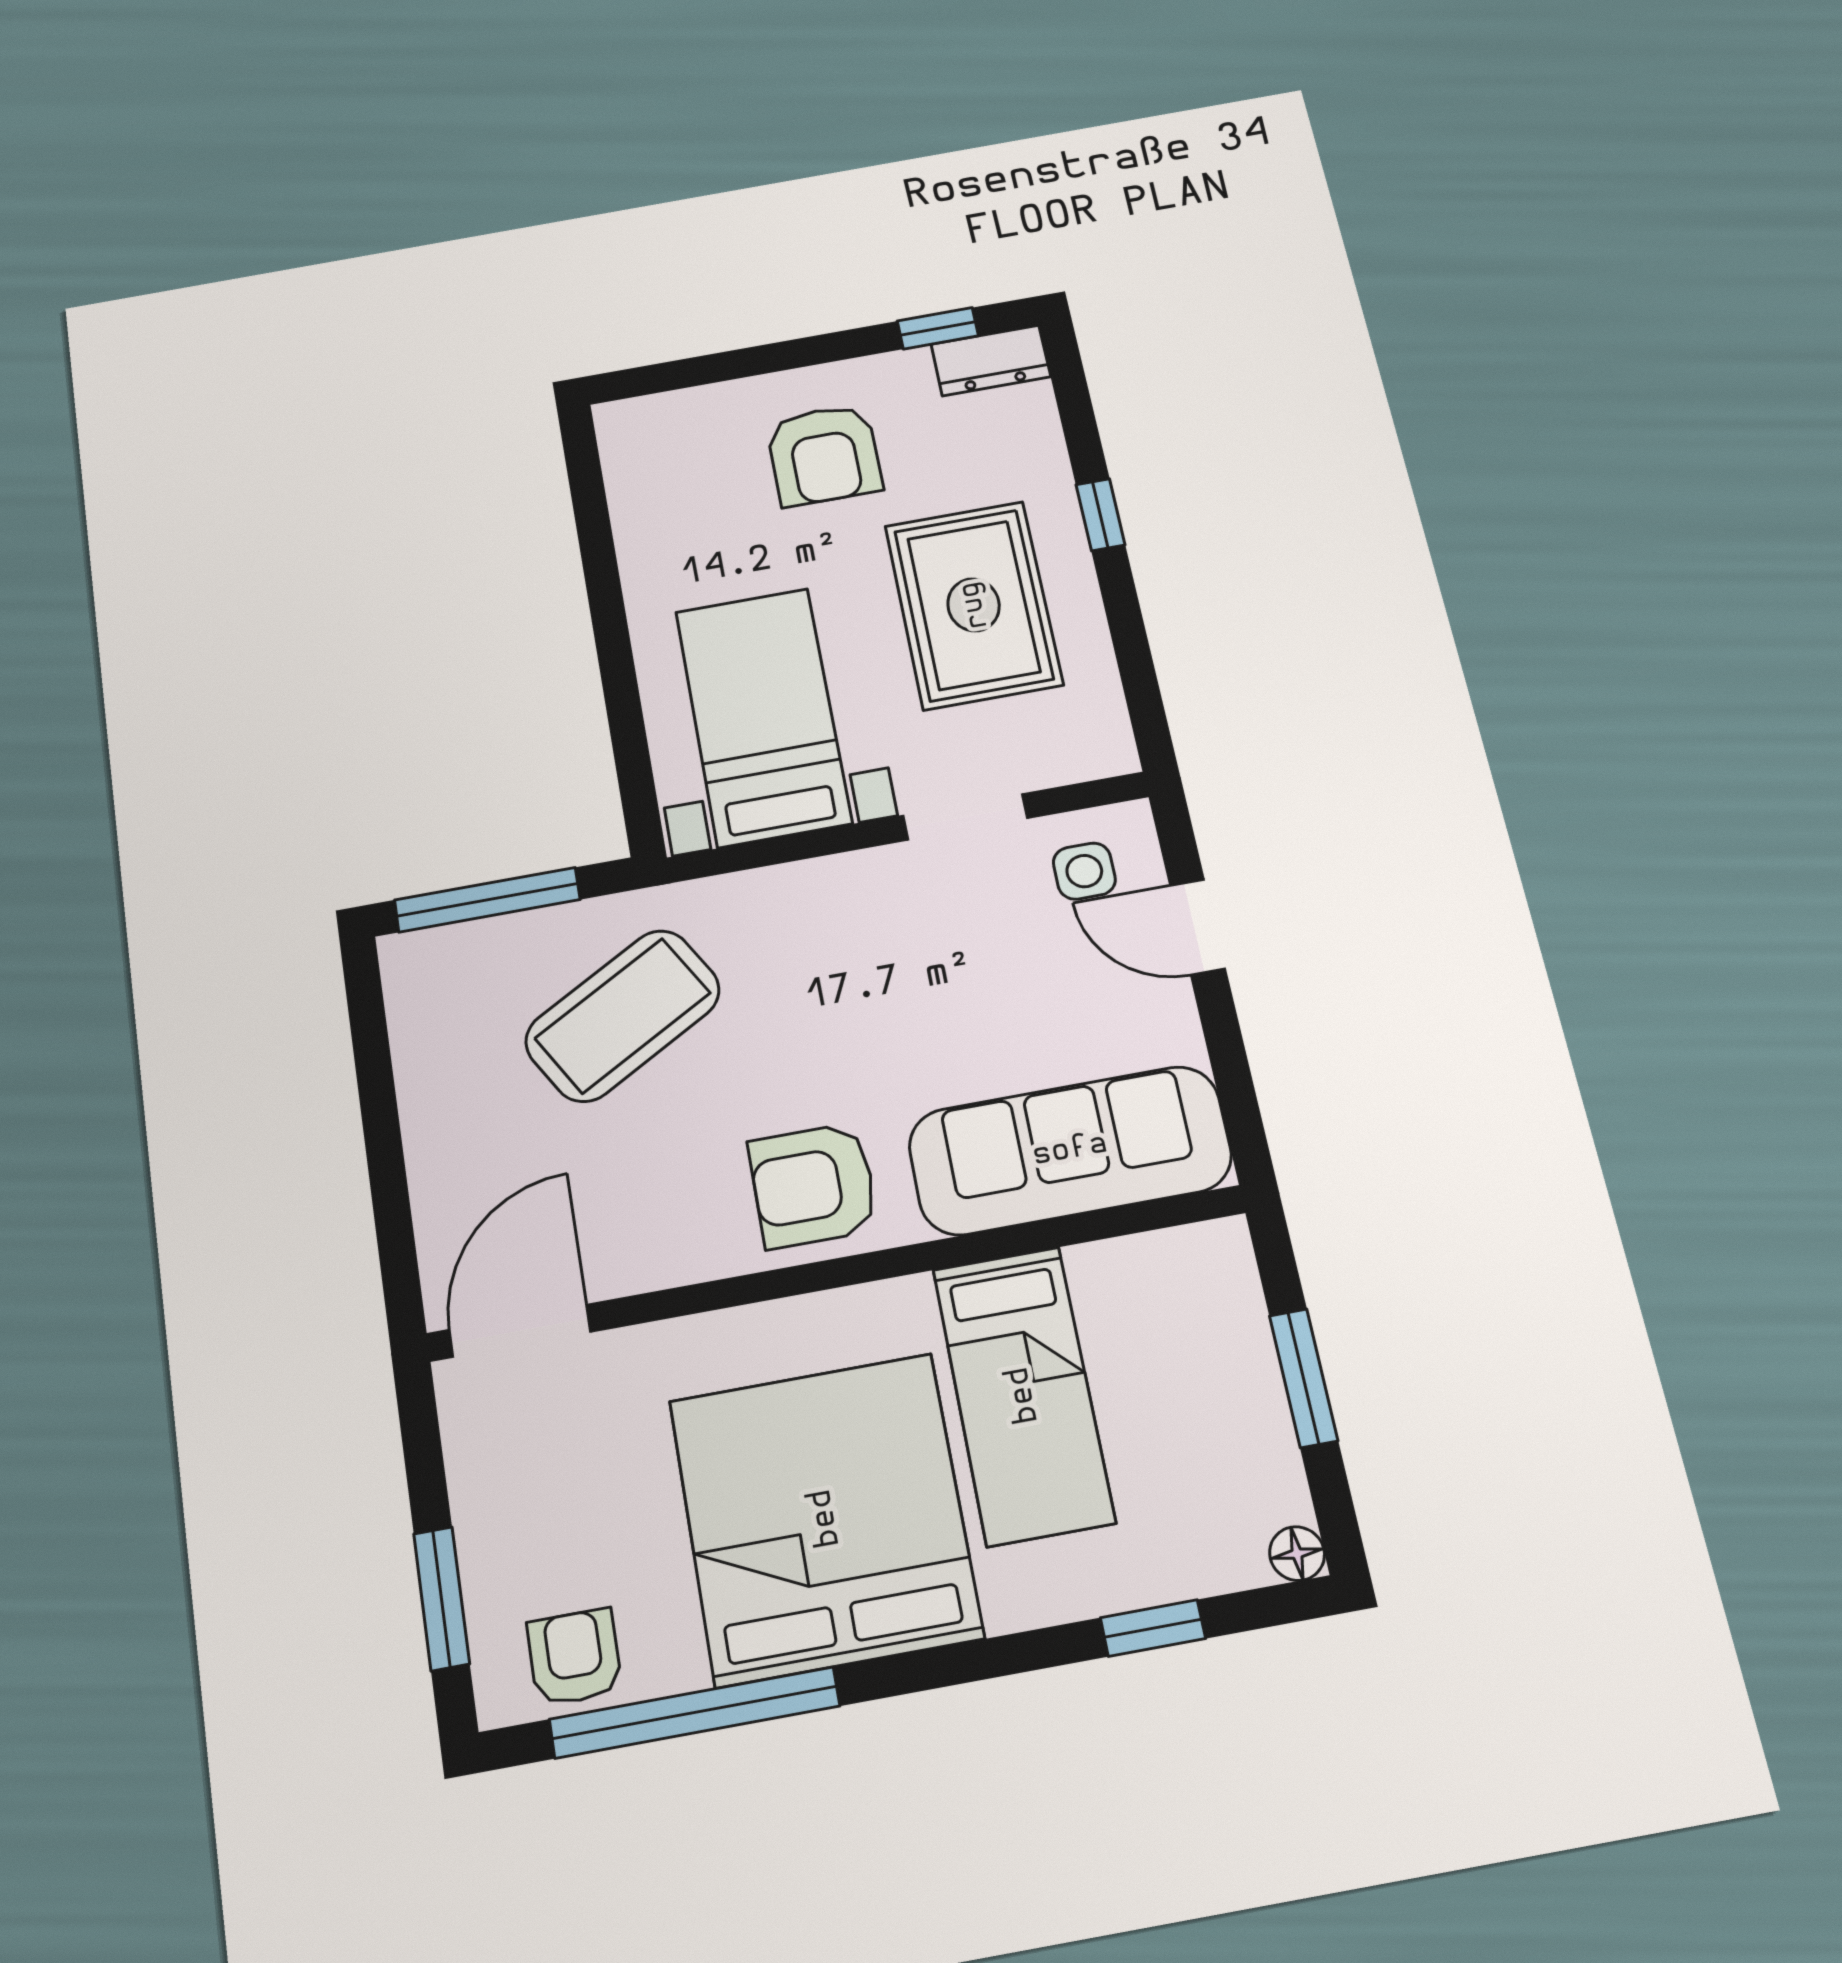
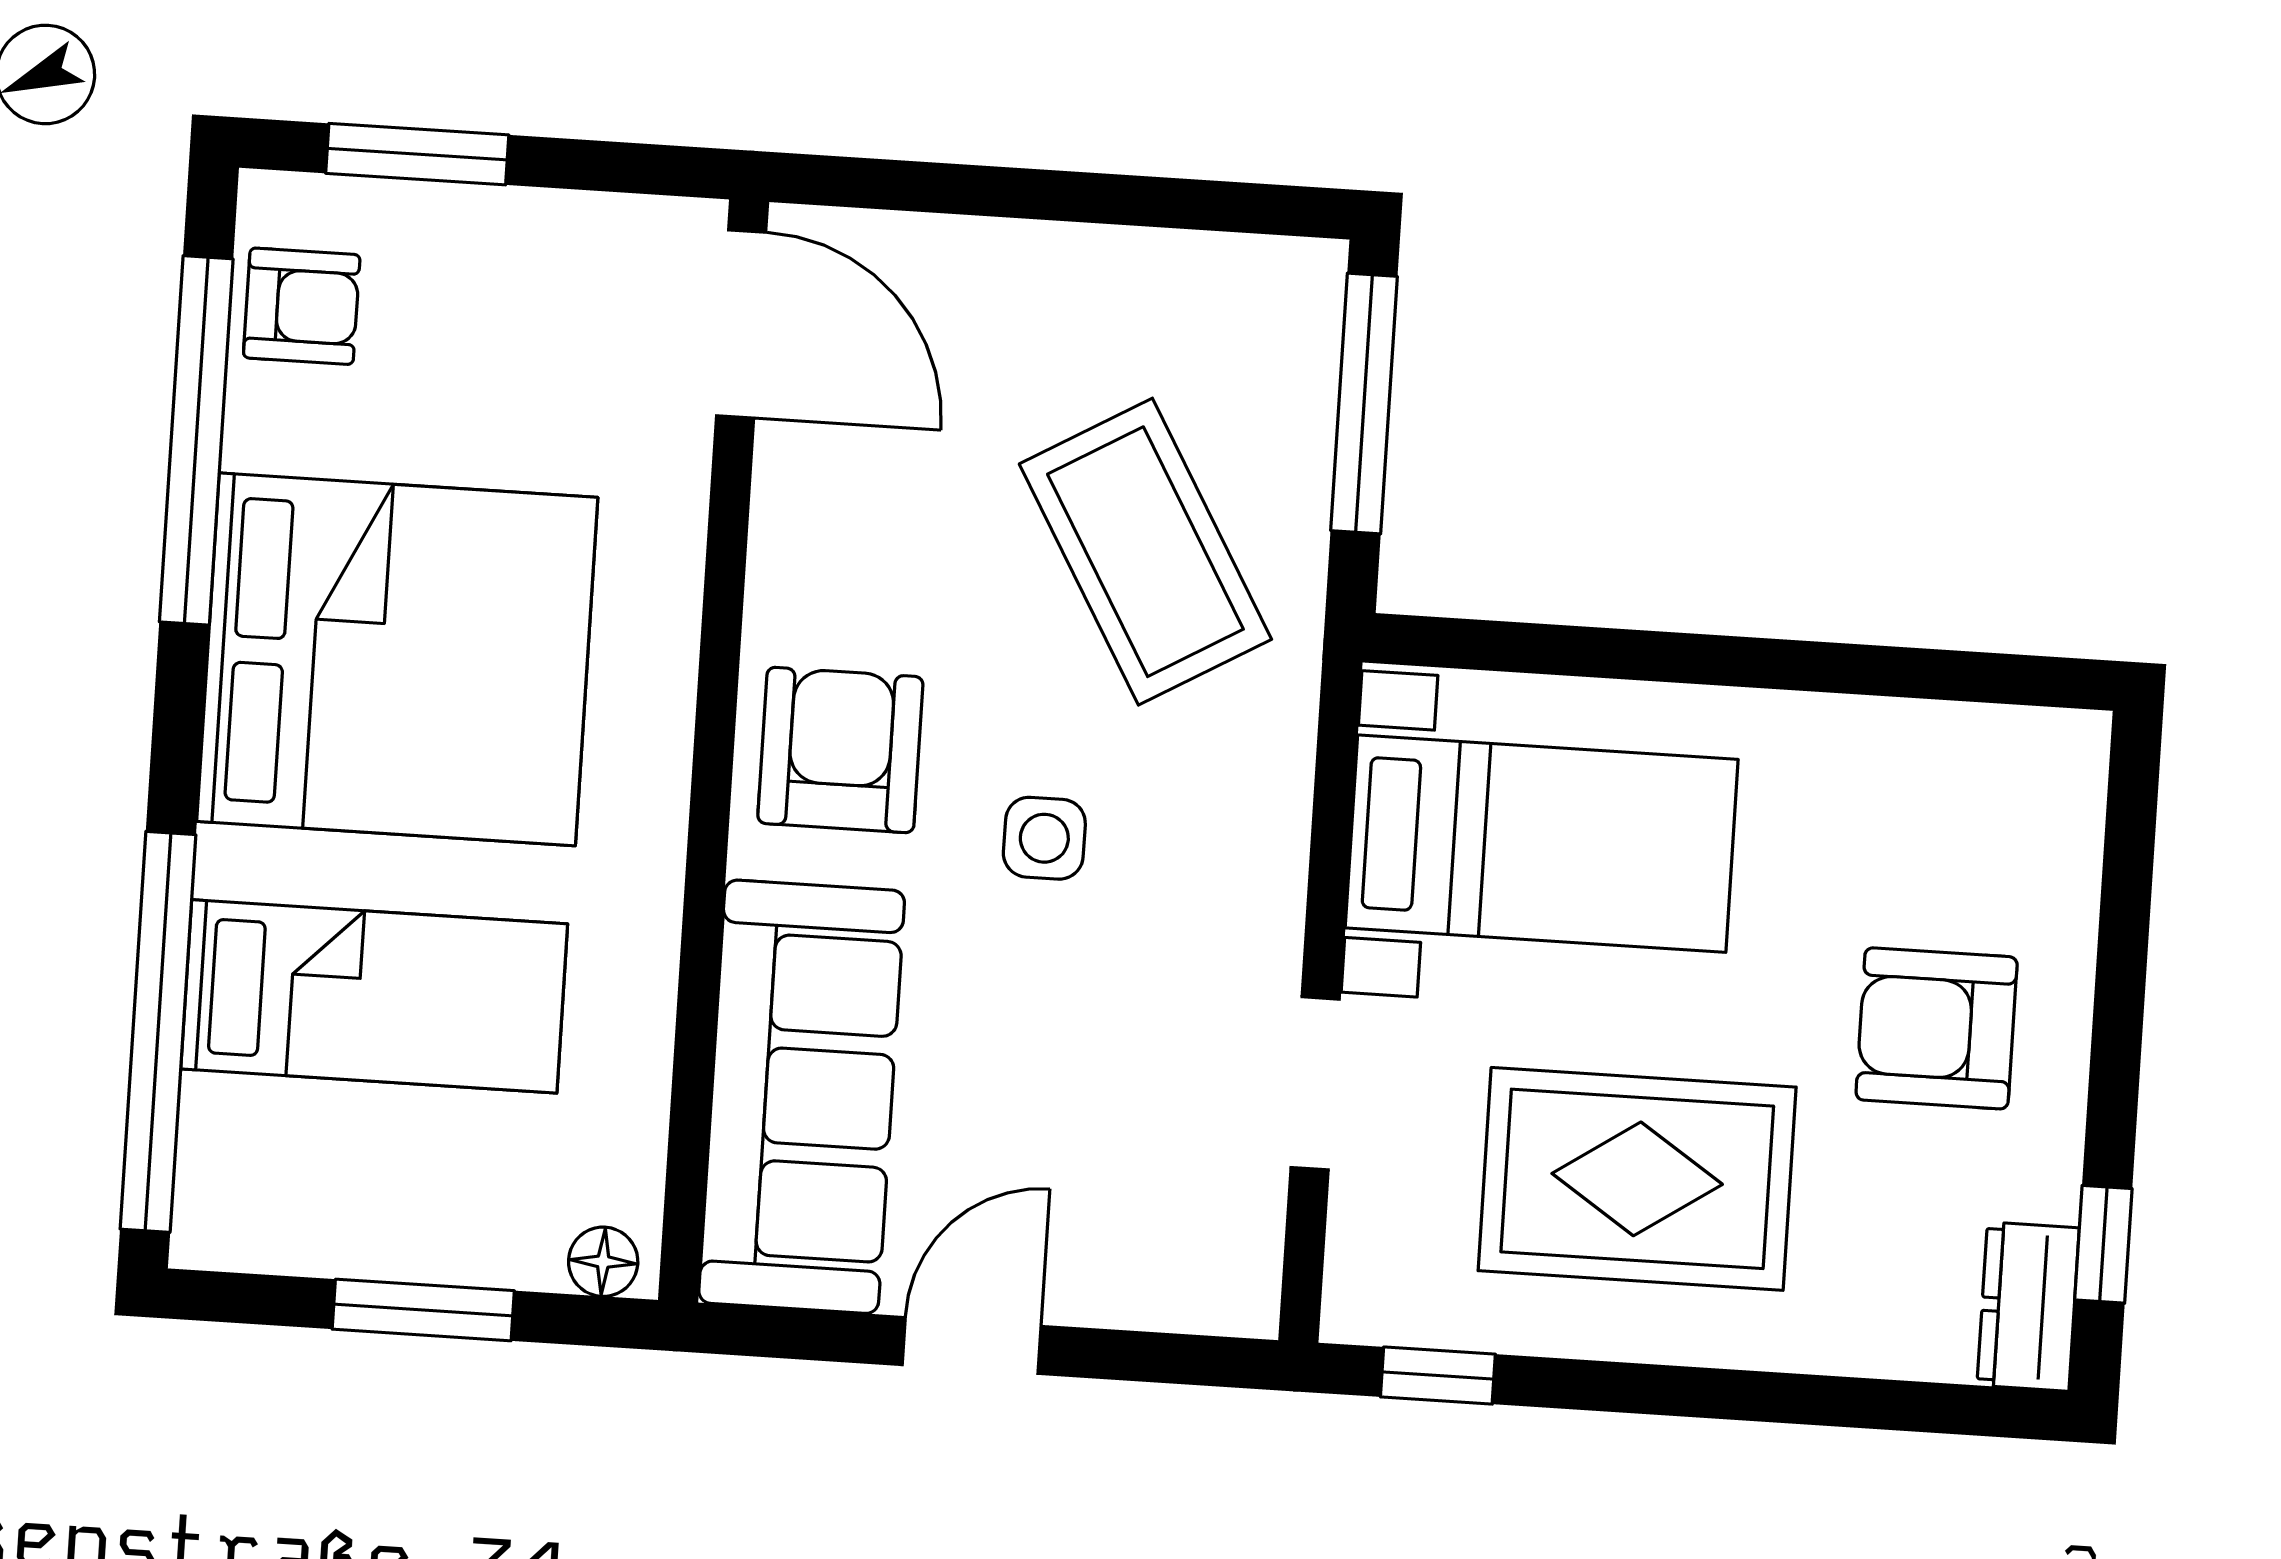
window: (1100, 515) -> (1438, 1376), moved
side table: (1084, 871) -> (1044, 838), moved
door: (1197, 927) -> (972, 1345), moved
bed: (1023, 1395) -> (374, 996), moved, turned 180
floor lamp: (1297, 1554) -> (603, 1262), moved
window: (1153, 1628) -> (158, 1032), width x3.17

